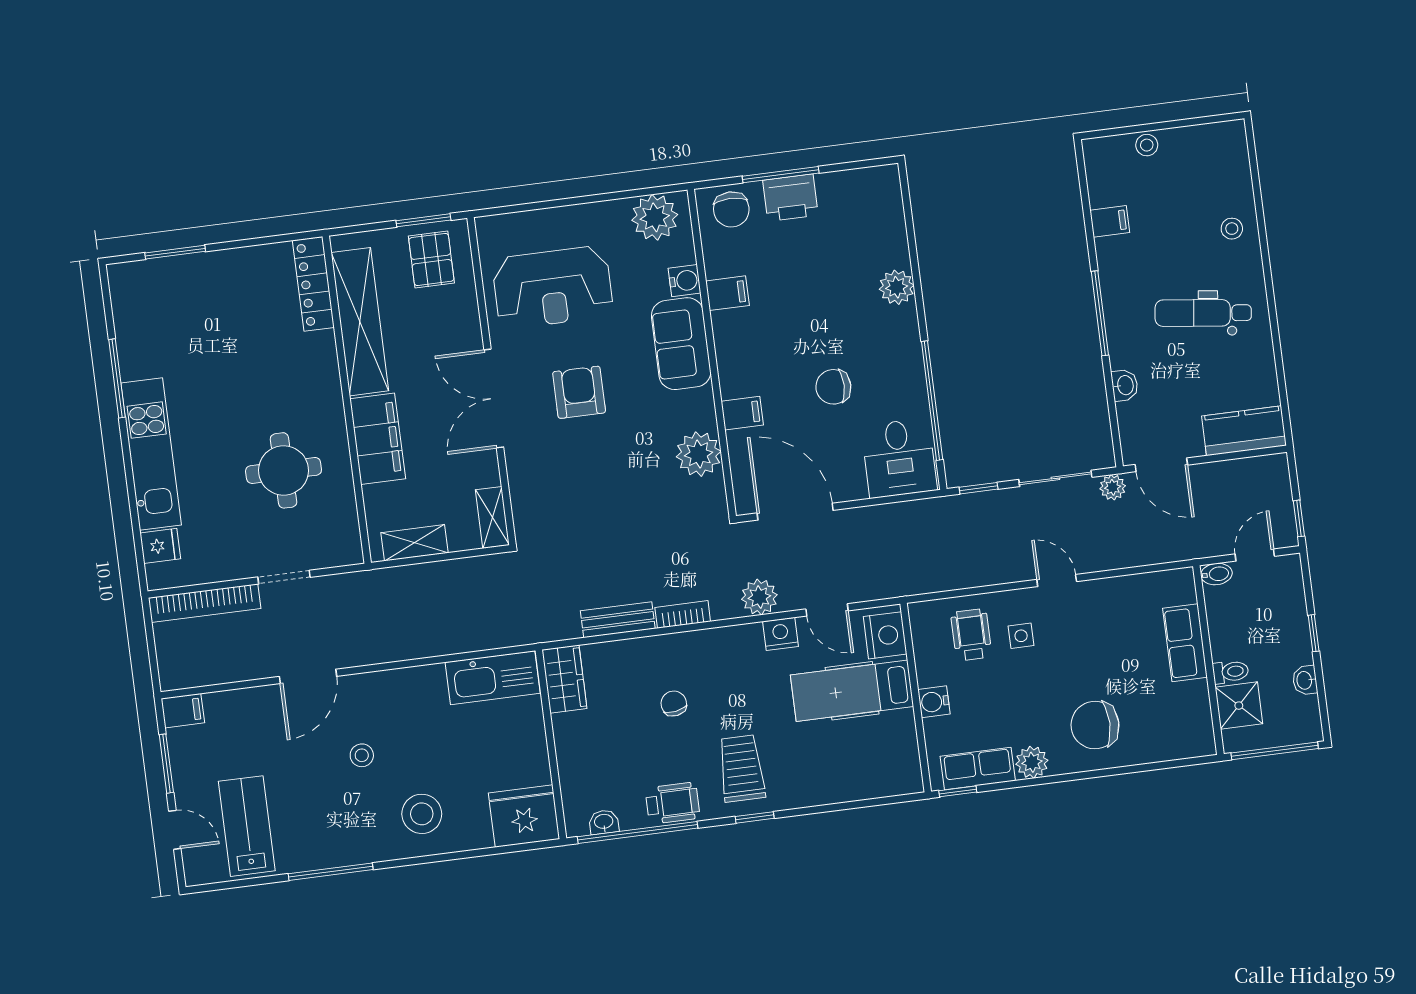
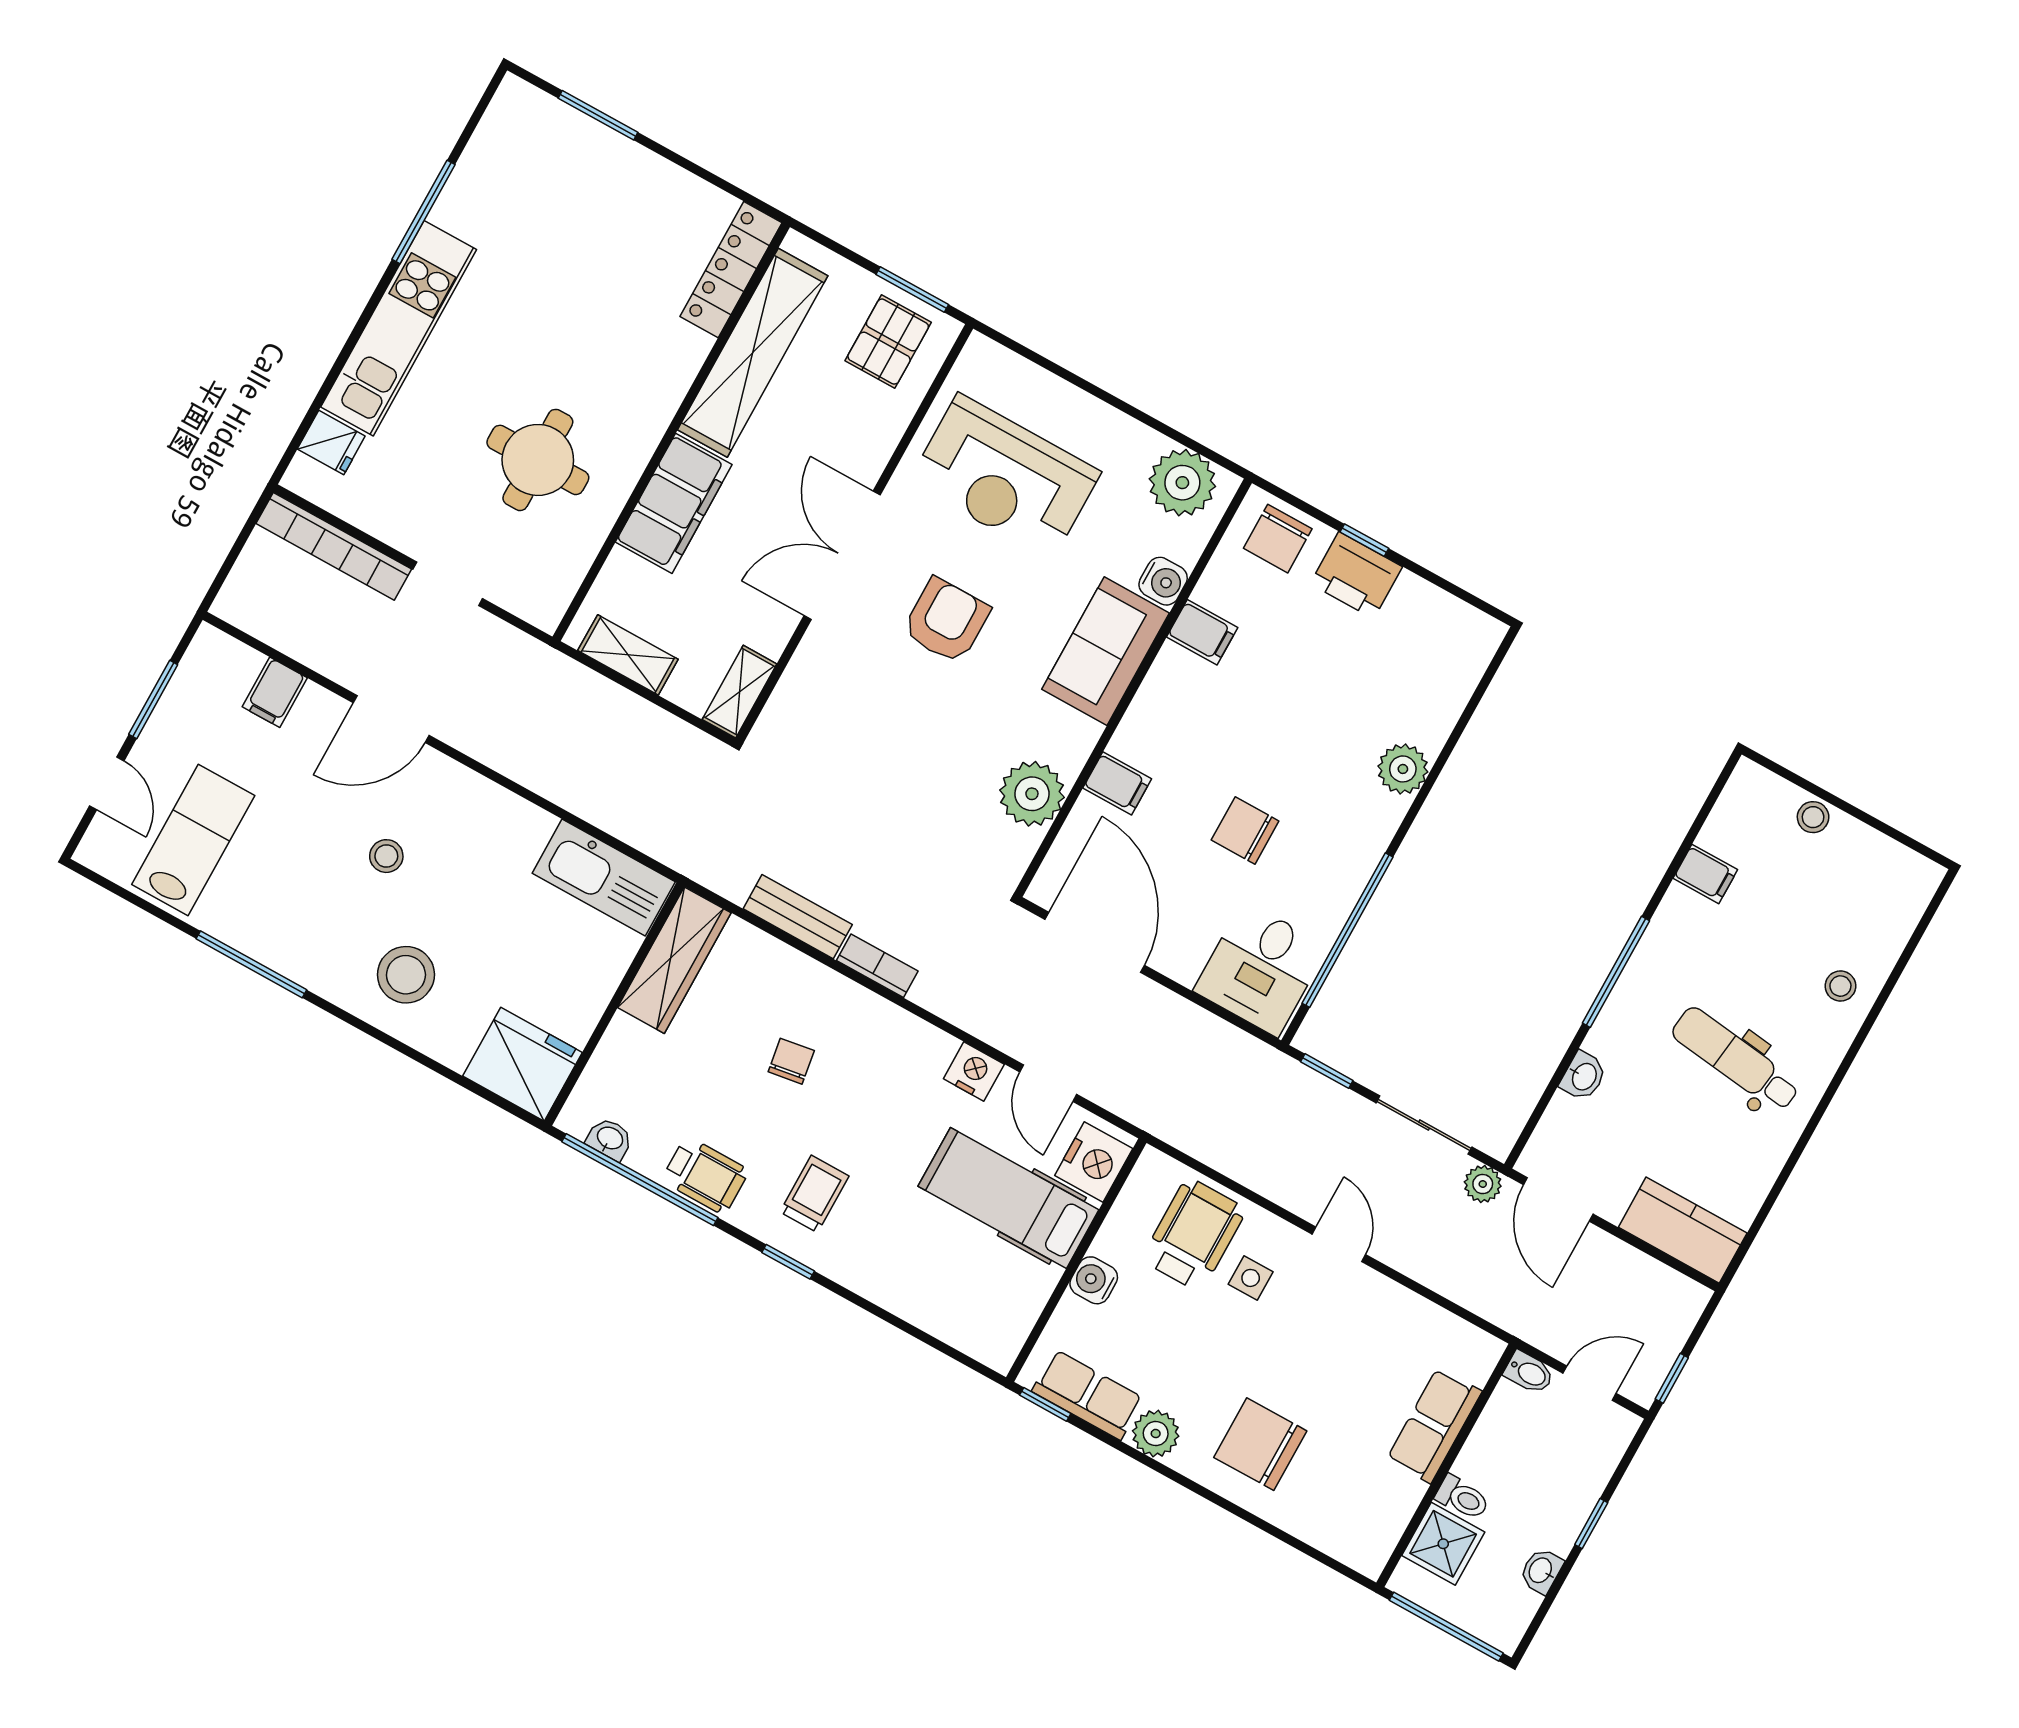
window: (781, 175) -> (1364, 540), width x0.46
plant: (759, 597) -> (981, 1011), removed
wheelchair: (971, 635) -> (1194, 1235), width x1.36, depth x1.37
wardrobe: (564, 679) -> (674, 960), width x1.50
filing cabinet: (183, 711) -> (275, 692), moved, turned 90
trolley: (741, 768) -> (814, 1194), width x0.73, depth x0.72

